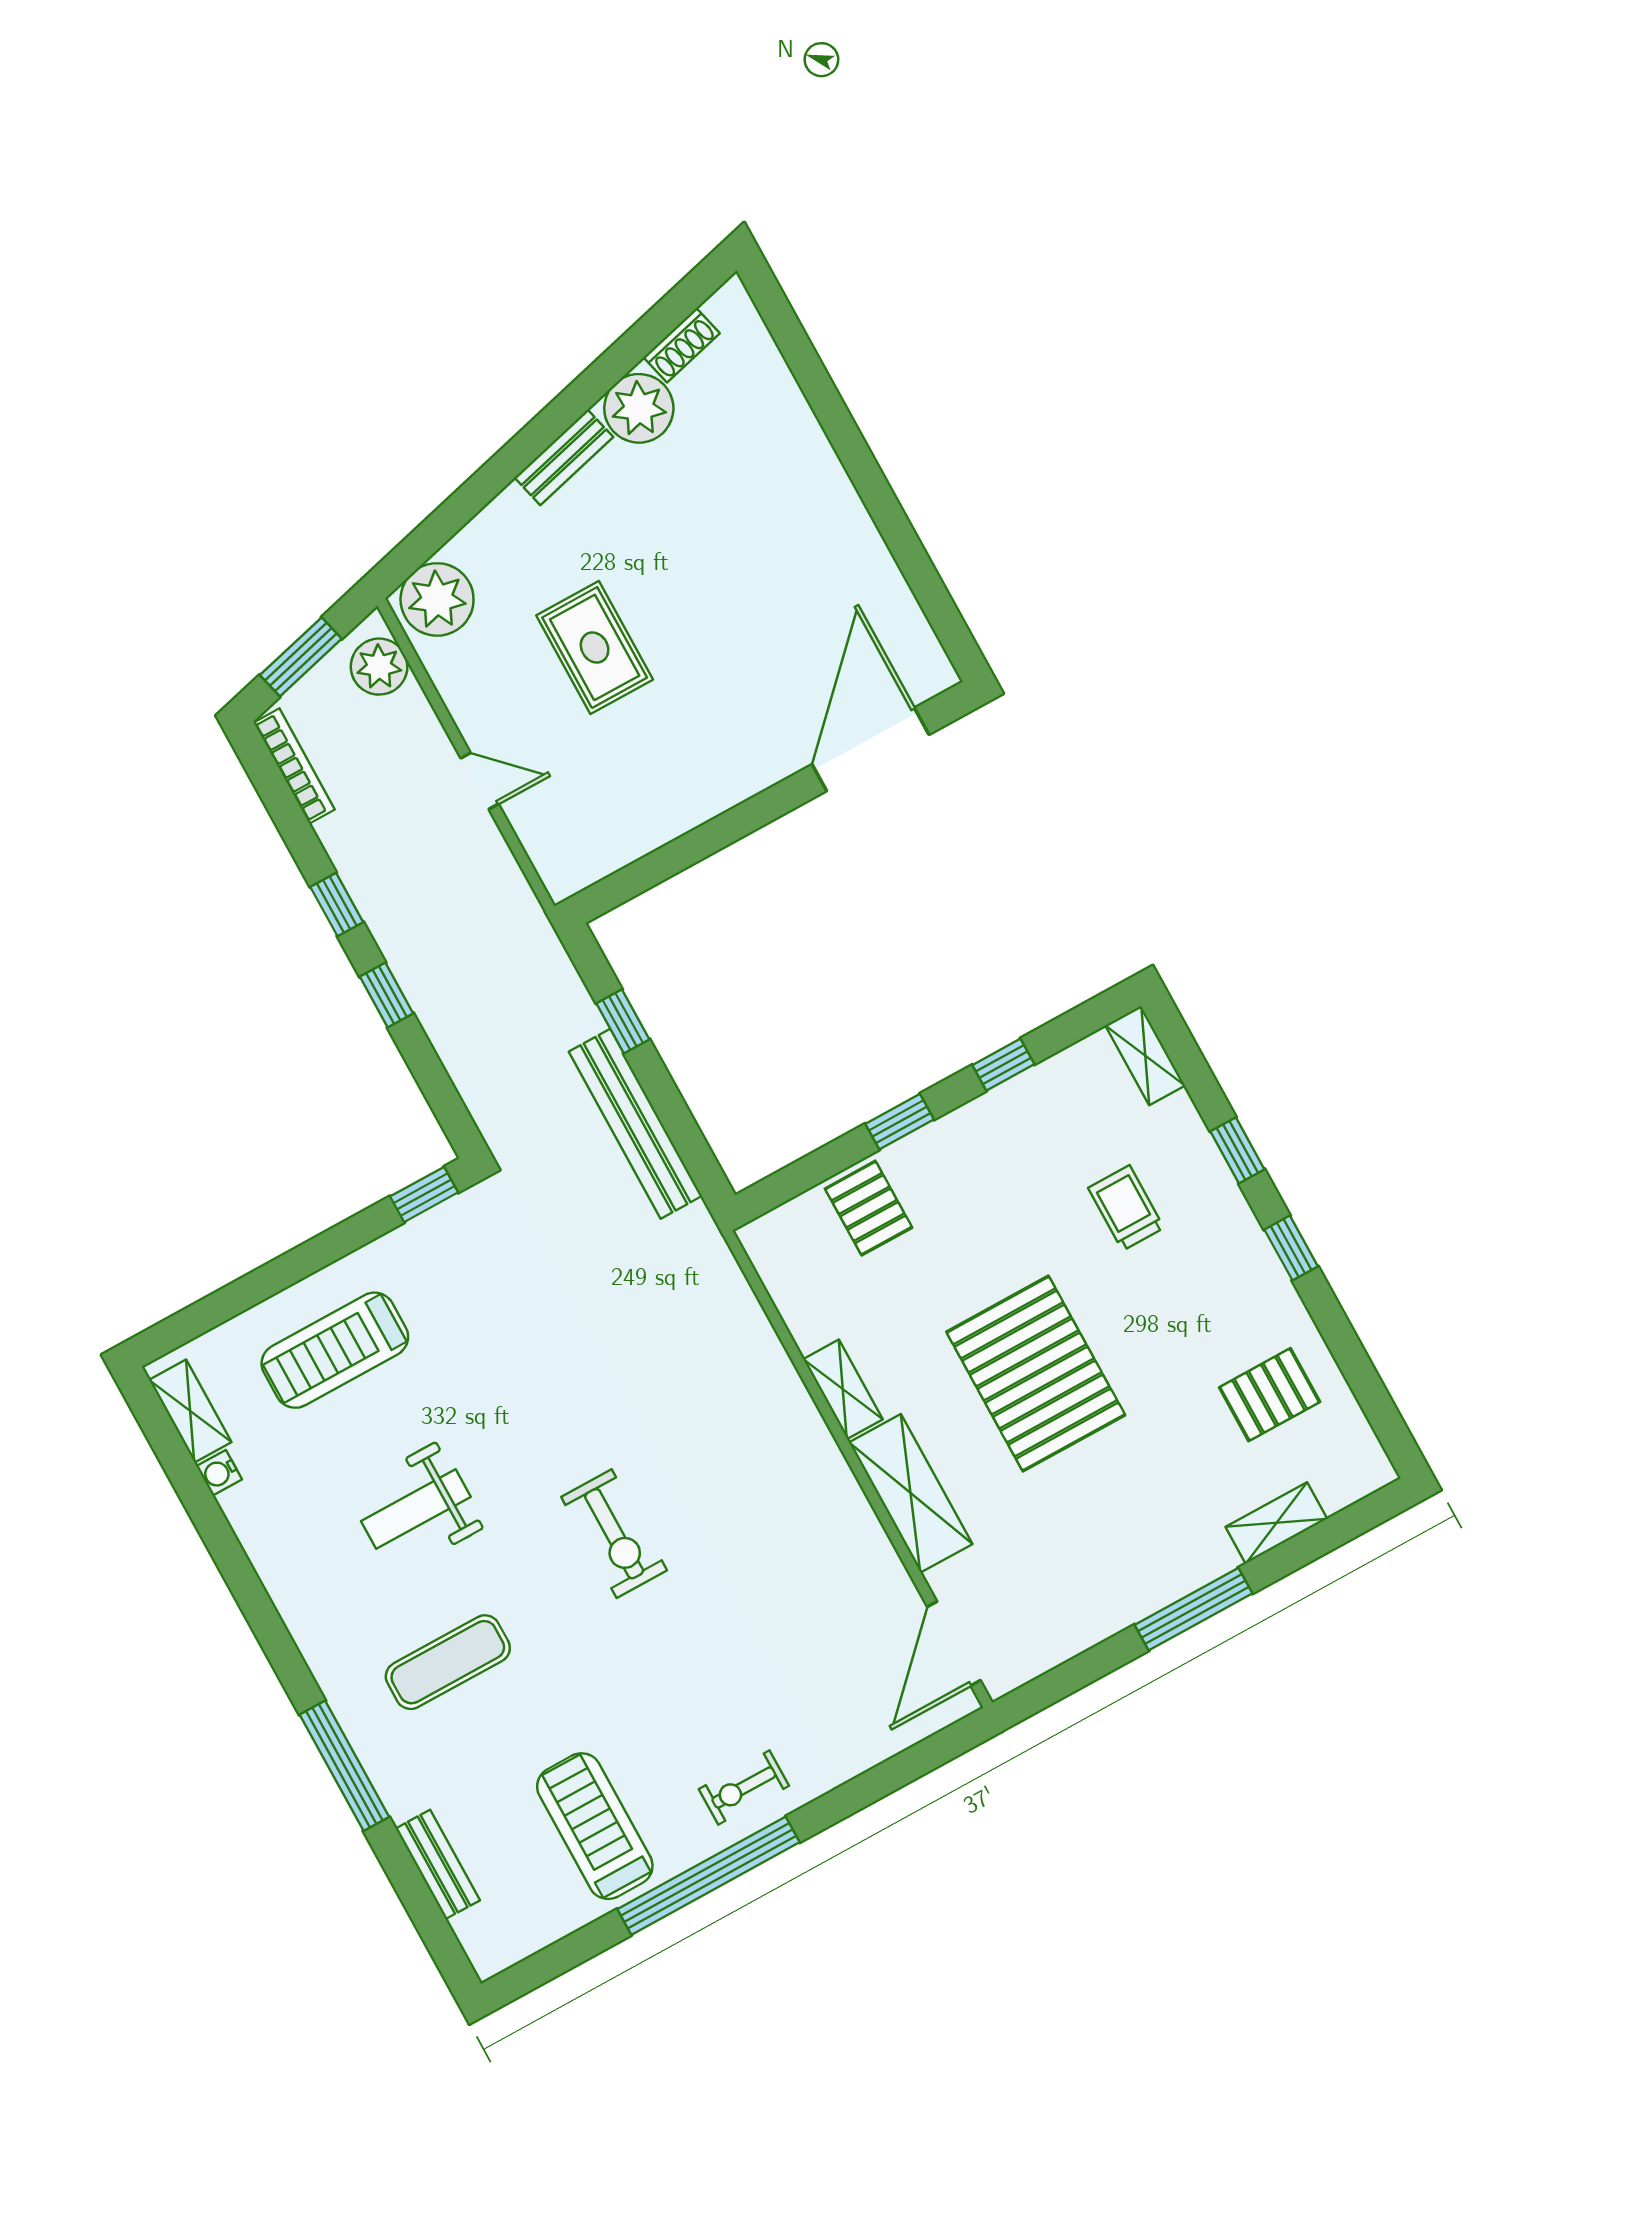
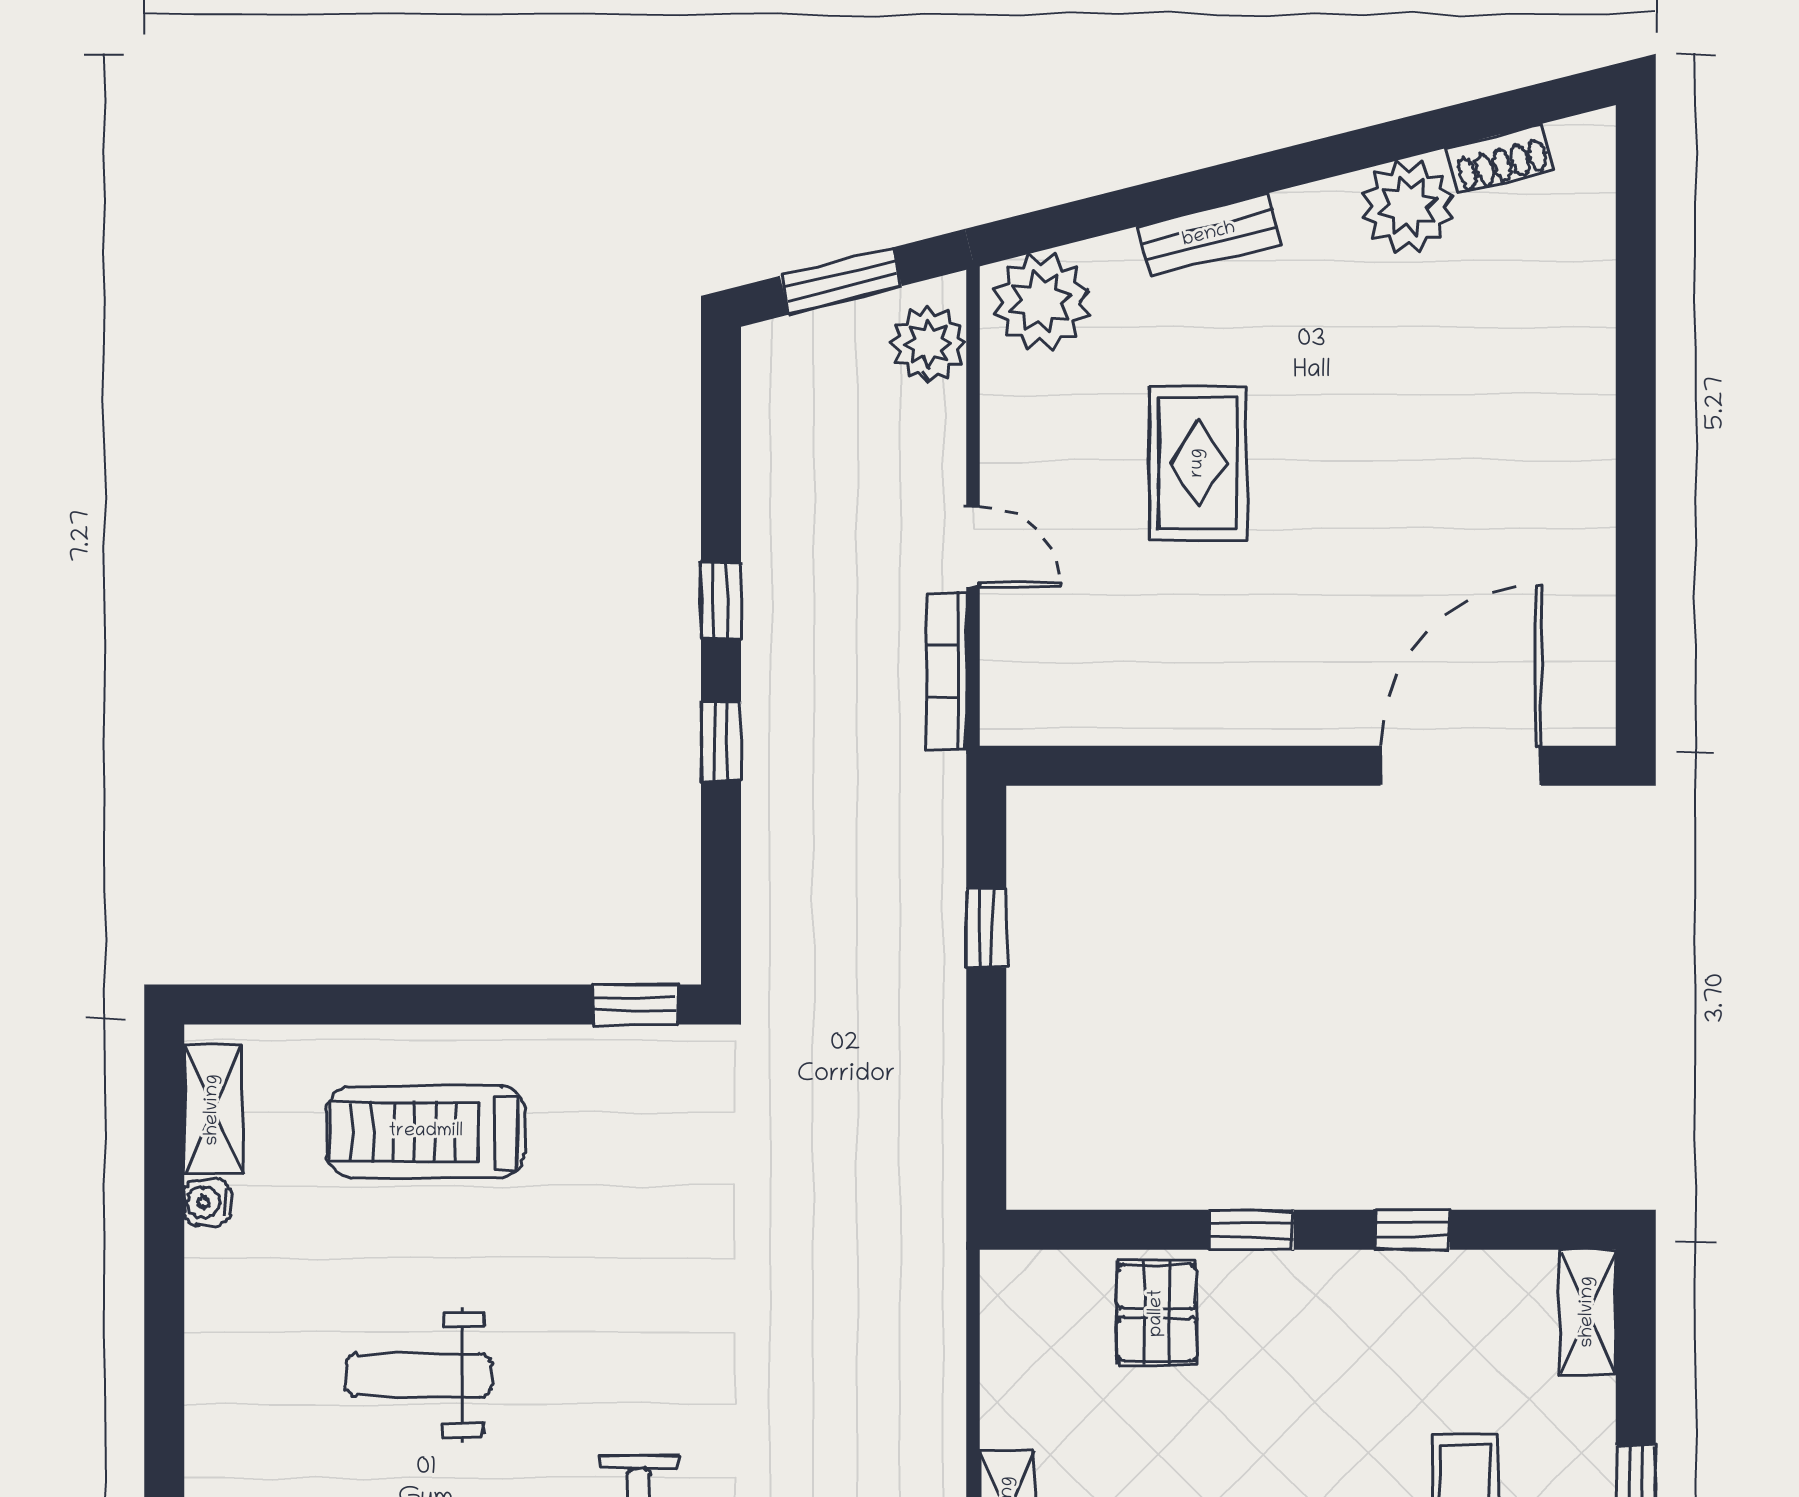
bench: (564, 457) -> (1209, 235), moved
bookcase: (294, 766) -> (946, 671), moved, turned 180
bench: (635, 1124) -> (934, 1059), removed

